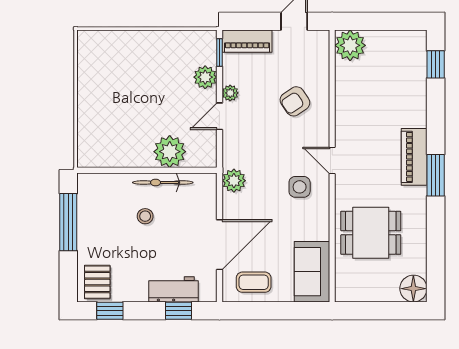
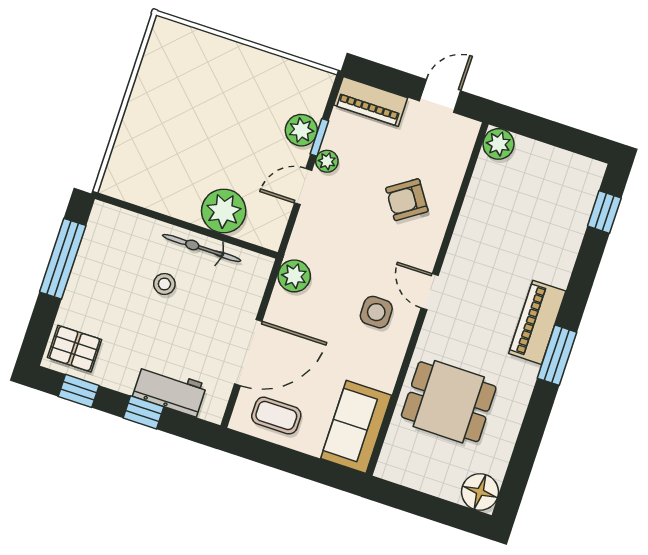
plant: (350, 45) -> (498, 144), width x0.73, depth x0.73
window: (219, 52) -> (319, 137), moved
pallet: (97, 282) -> (75, 349), turned 90
window: (179, 311) -> (144, 412), moved

